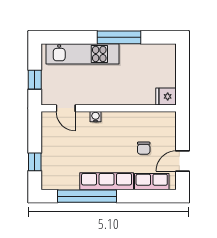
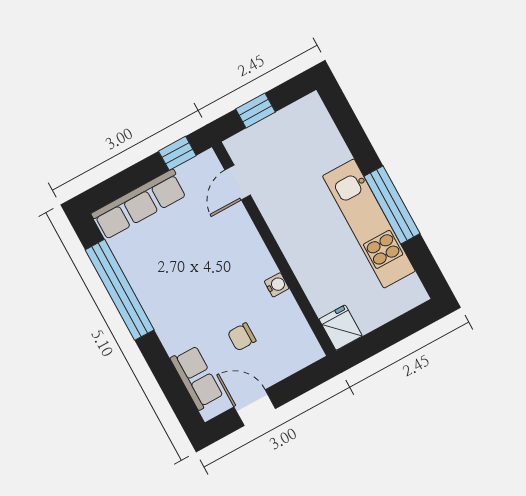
kitchen unit: (83, 54) -> (369, 224), moved
water cooler: (96, 117) -> (277, 285), moved
window: (35, 162) -> (177, 153), moved
row of seats: (107, 181) -> (139, 204), moved, turned 90

